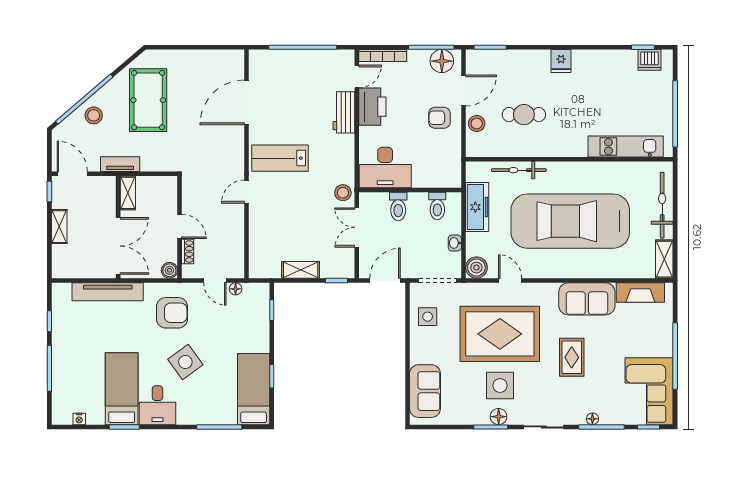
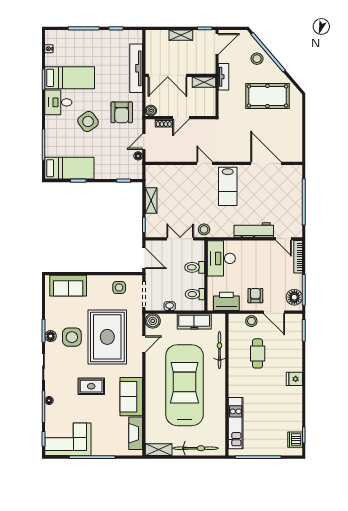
printer: (372, 107) -> (226, 301), moved, turned 180
workbench: (344, 112) -> (254, 230), width x1.38
lab bench: (280, 158) -> (228, 186), turned 180

